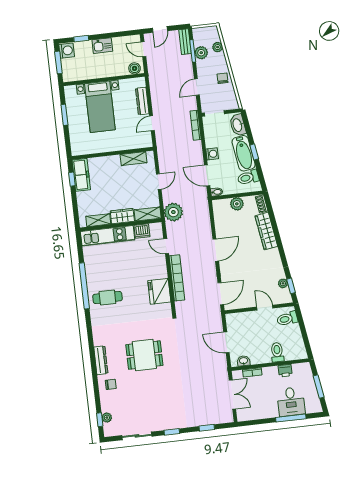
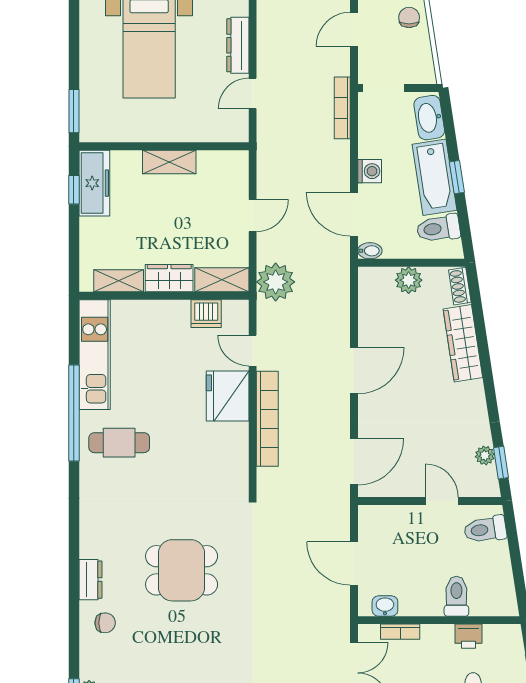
window: (64, 115) -> (74, 111), moved
shelving: (134, 159) -> (169, 162), moved
kitchen unit: (108, 236) -> (95, 355), moved, turned -90
fridge: (159, 291) -> (228, 396), moved
dresser: (101, 360) -> (90, 580), width x0.70

